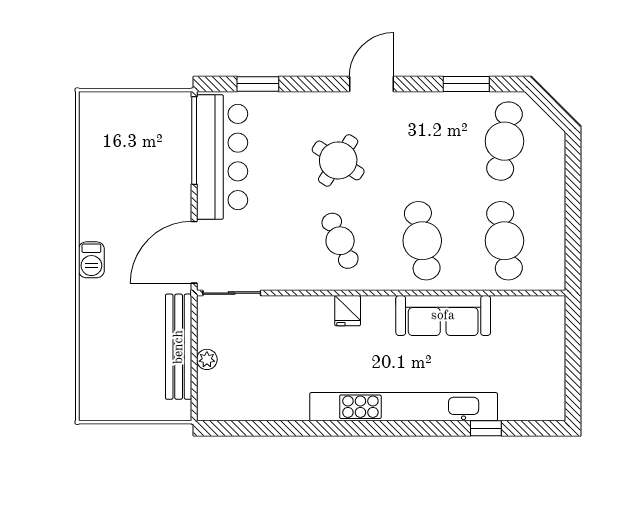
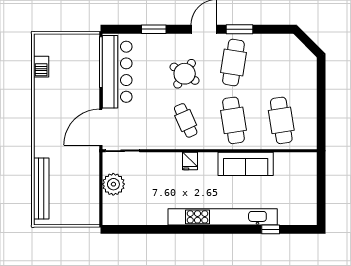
window: (258, 84) -> (154, 29), moved
window: (466, 84) -> (240, 29), moved
cafe table: (504, 141) -> (233, 62), moved
barbecue: (91, 260) -> (41, 67), moved
bench: (179, 347) -> (41, 188), moved
plant: (207, 359) -> (113, 184), width x1.87, depth x1.87

